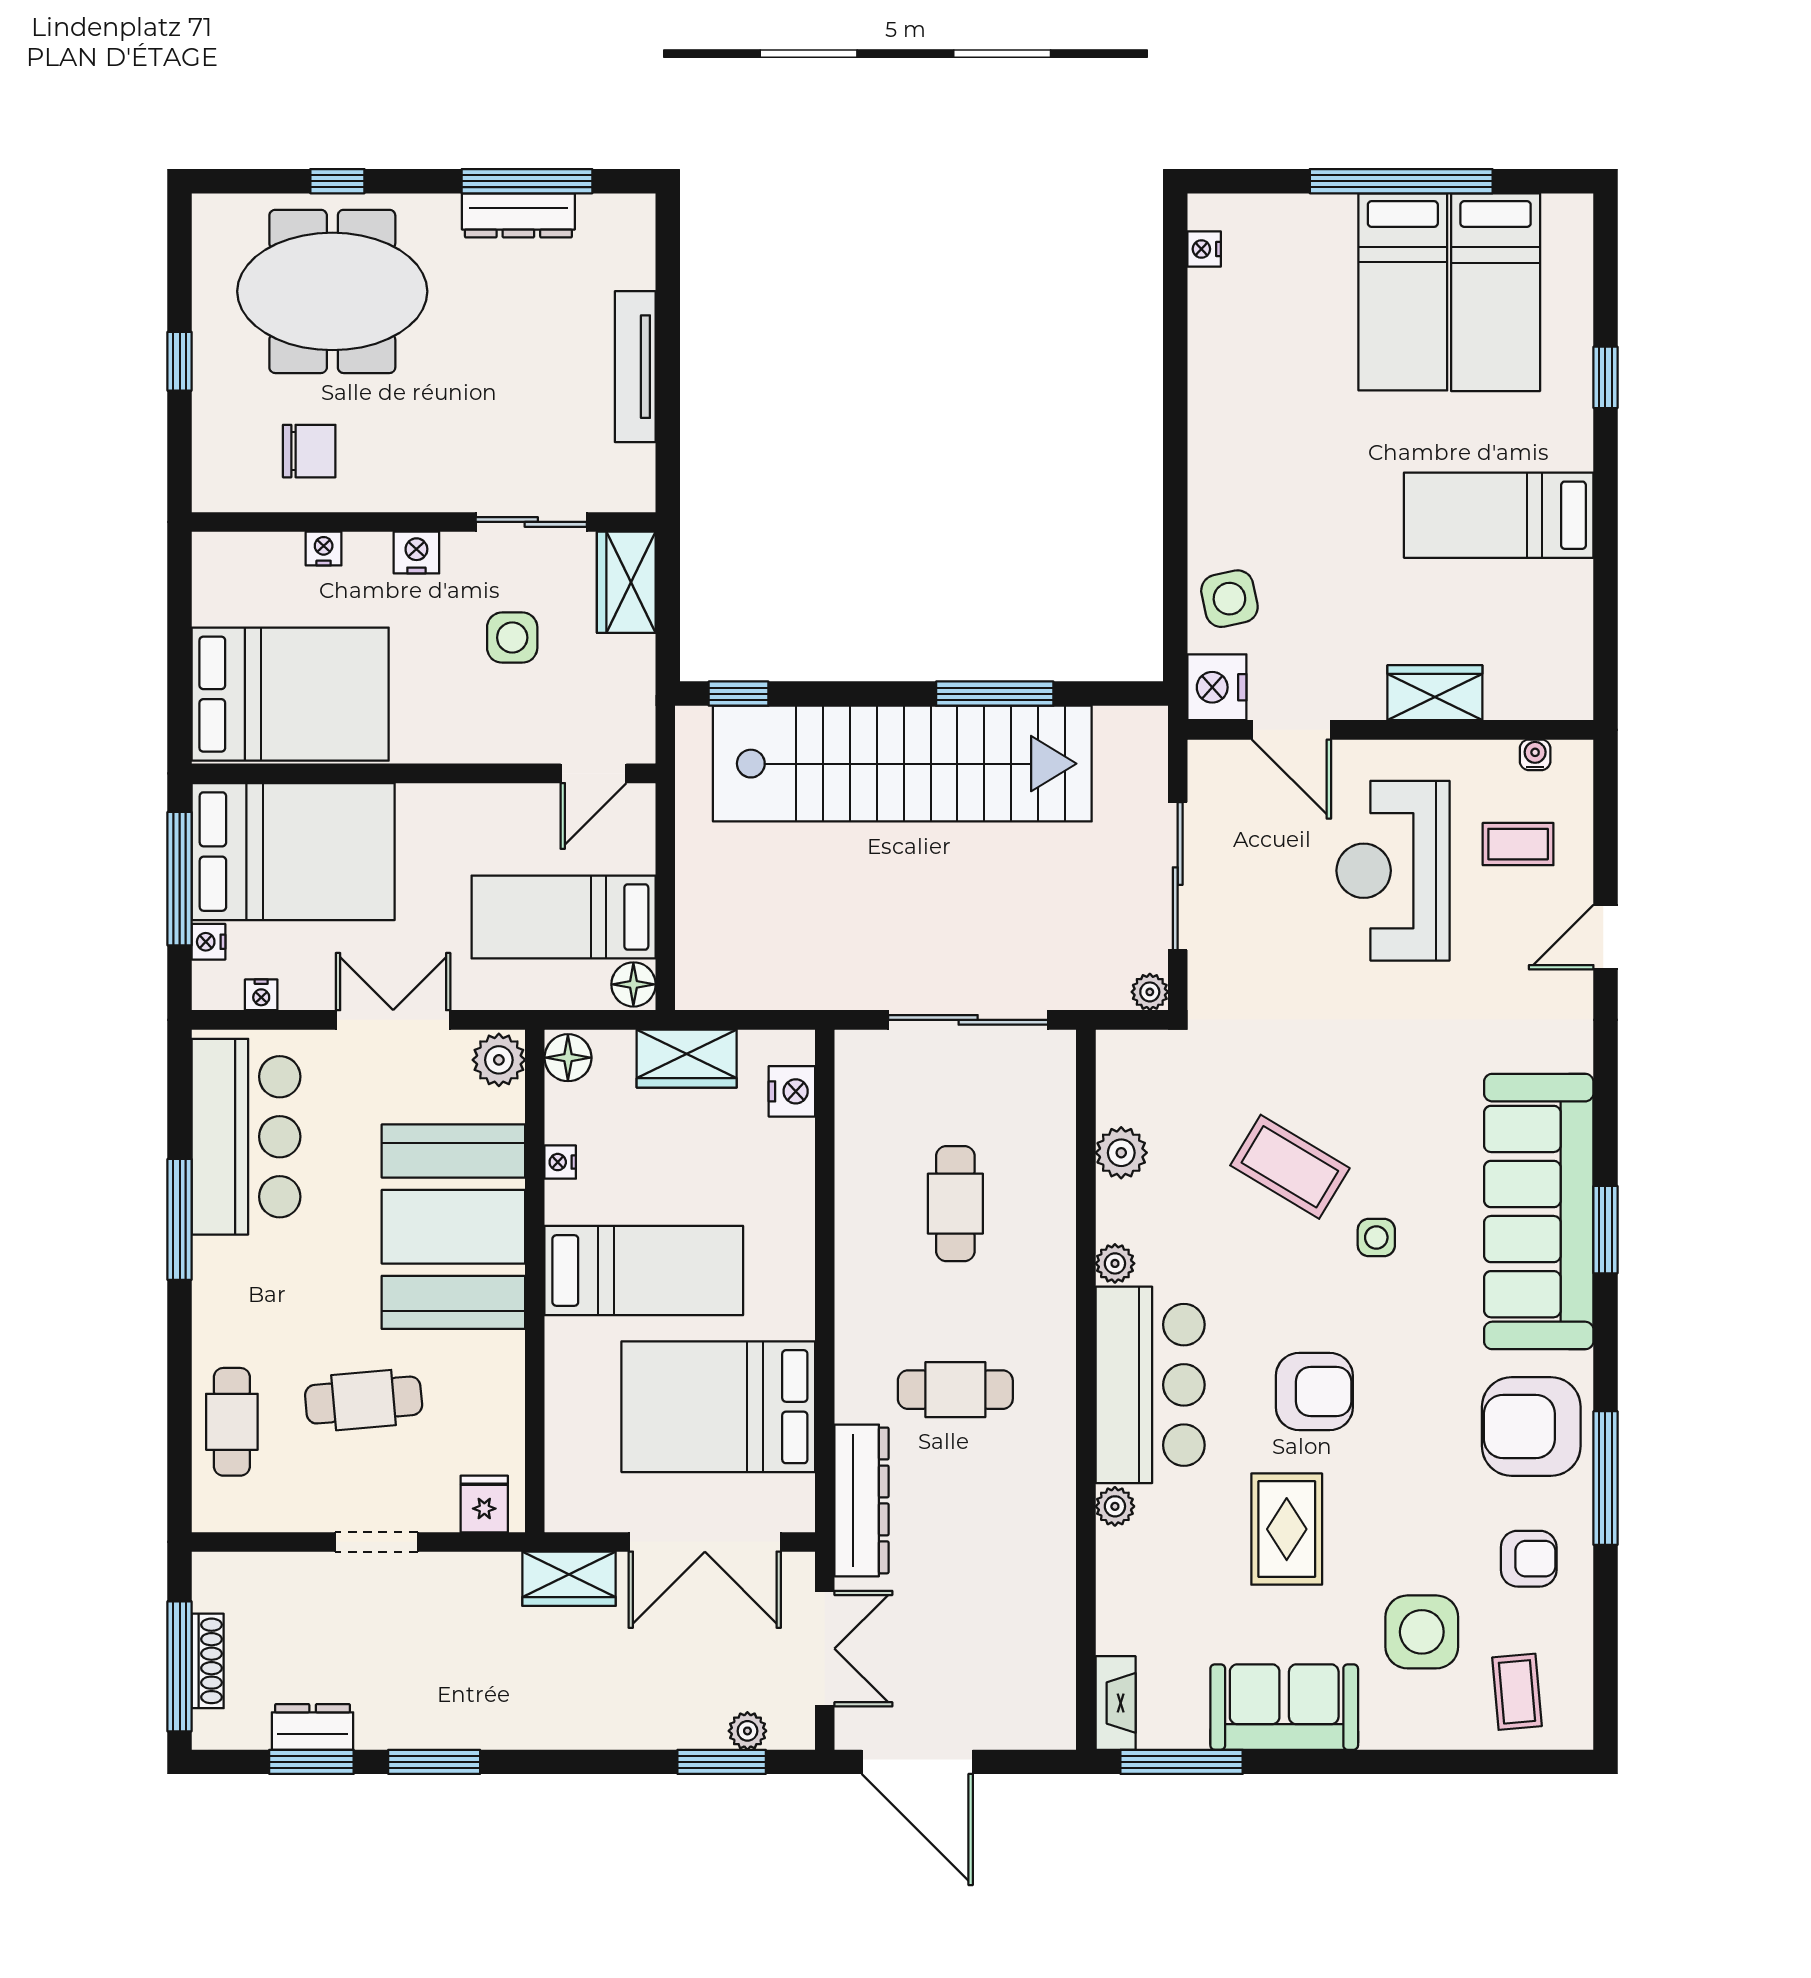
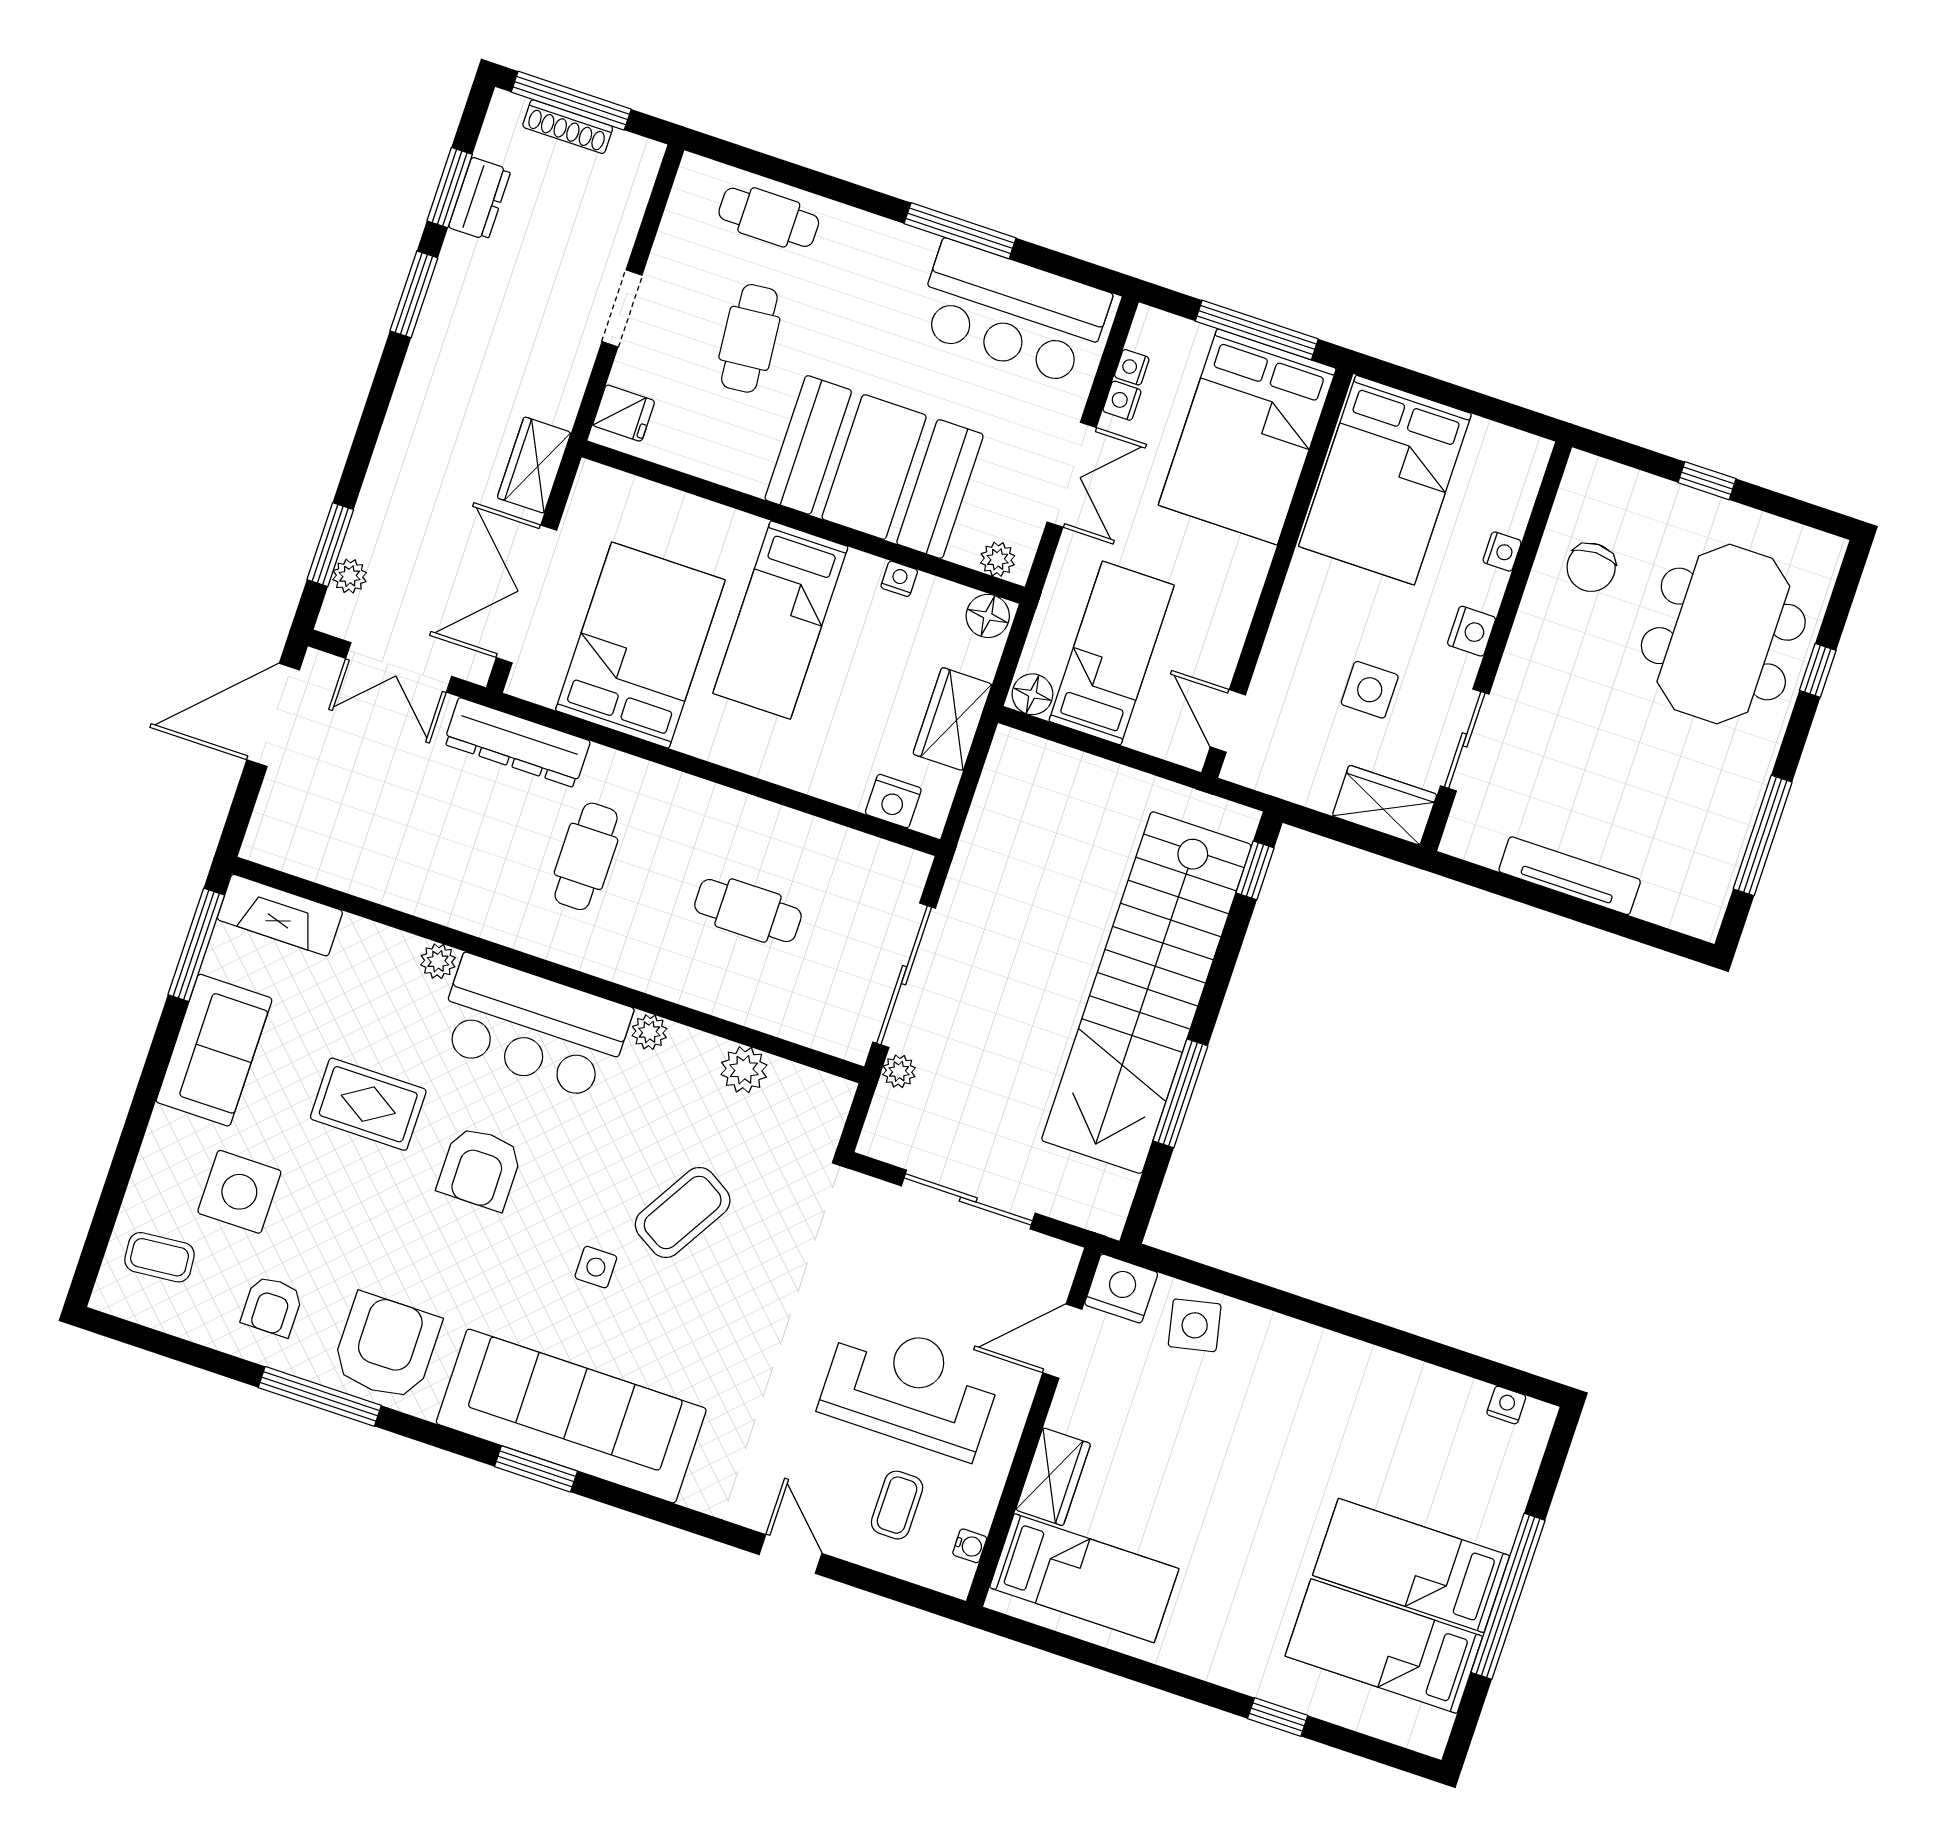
dresser: (518, 215) -> (1735, 818), removed
bed: (1499, 515) -> (1084, 1578), moved, turned 90
nightstand: (208, 942) -> (1122, 401), moved, turned -90
plant: (1150, 992) -> (899, 1071), moved
plant: (499, 1060) -> (998, 559), width x0.73, depth x0.73
fireplace: (1116, 1703) -> (280, 915), width x1.37, depth x1.32

